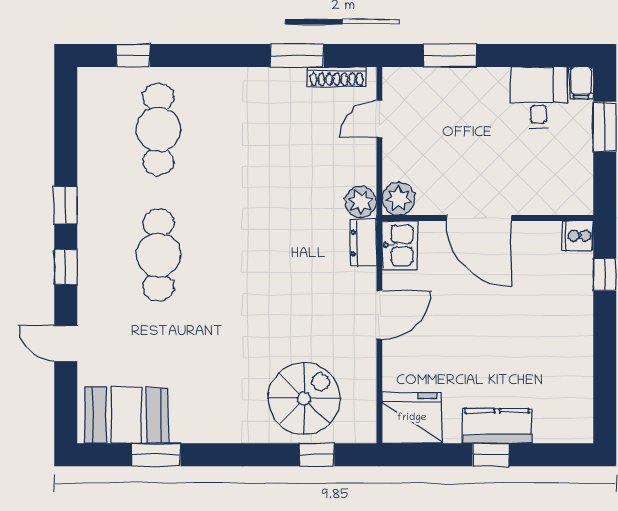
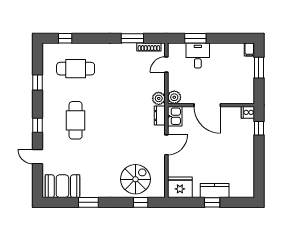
desk: (539, 98) -> (198, 56), moved
cafe table: (158, 129) -> (76, 69), turned 90
window: (66, 205) -> (37, 83), moved
window: (156, 455) -> (88, 202), moved

